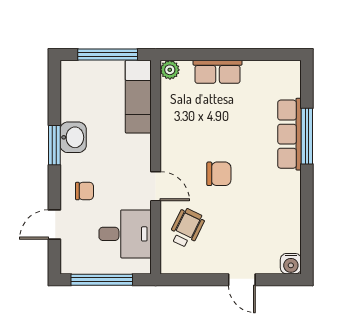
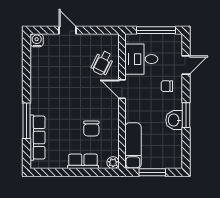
window: (108, 54) -> (152, 172), width x0.69
row of seats: (290, 134) -> (37, 138), moved
chair: (219, 174) -> (91, 129), moved, turned -90

